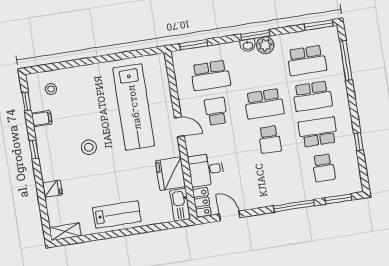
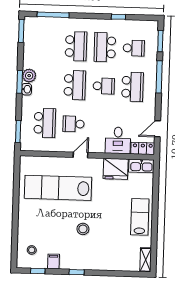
school desk: (307, 60) -> (133, 87), moved
lab bench: (134, 107) -> (58, 188), turned 180
fridge: (52, 189) -> (110, 264), removed

